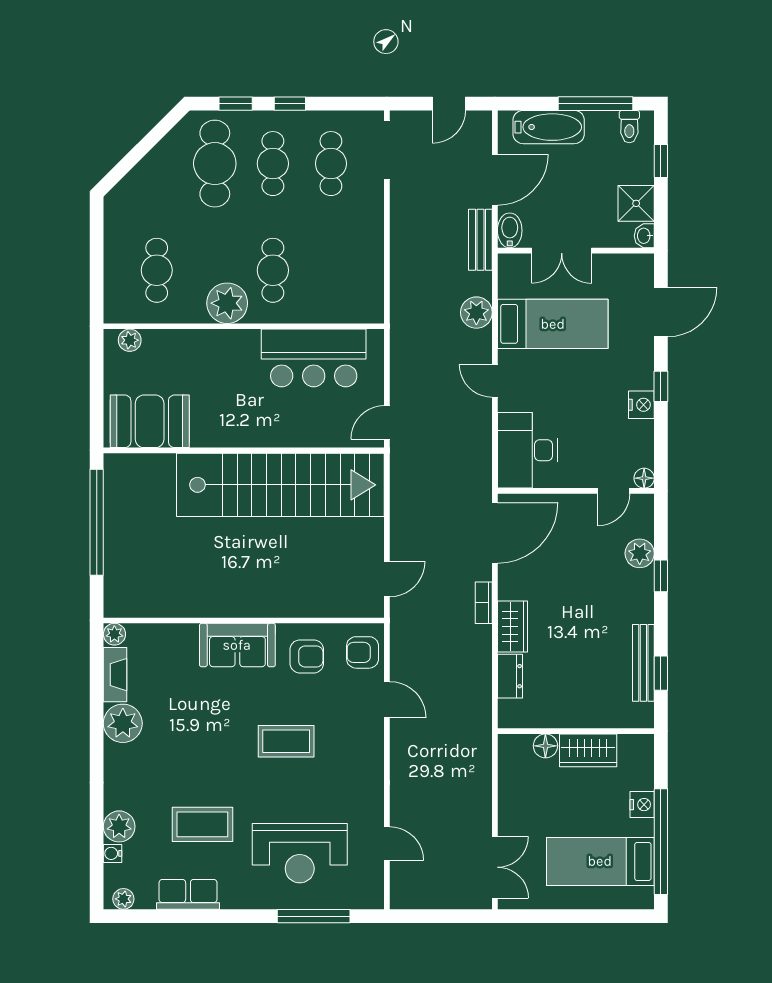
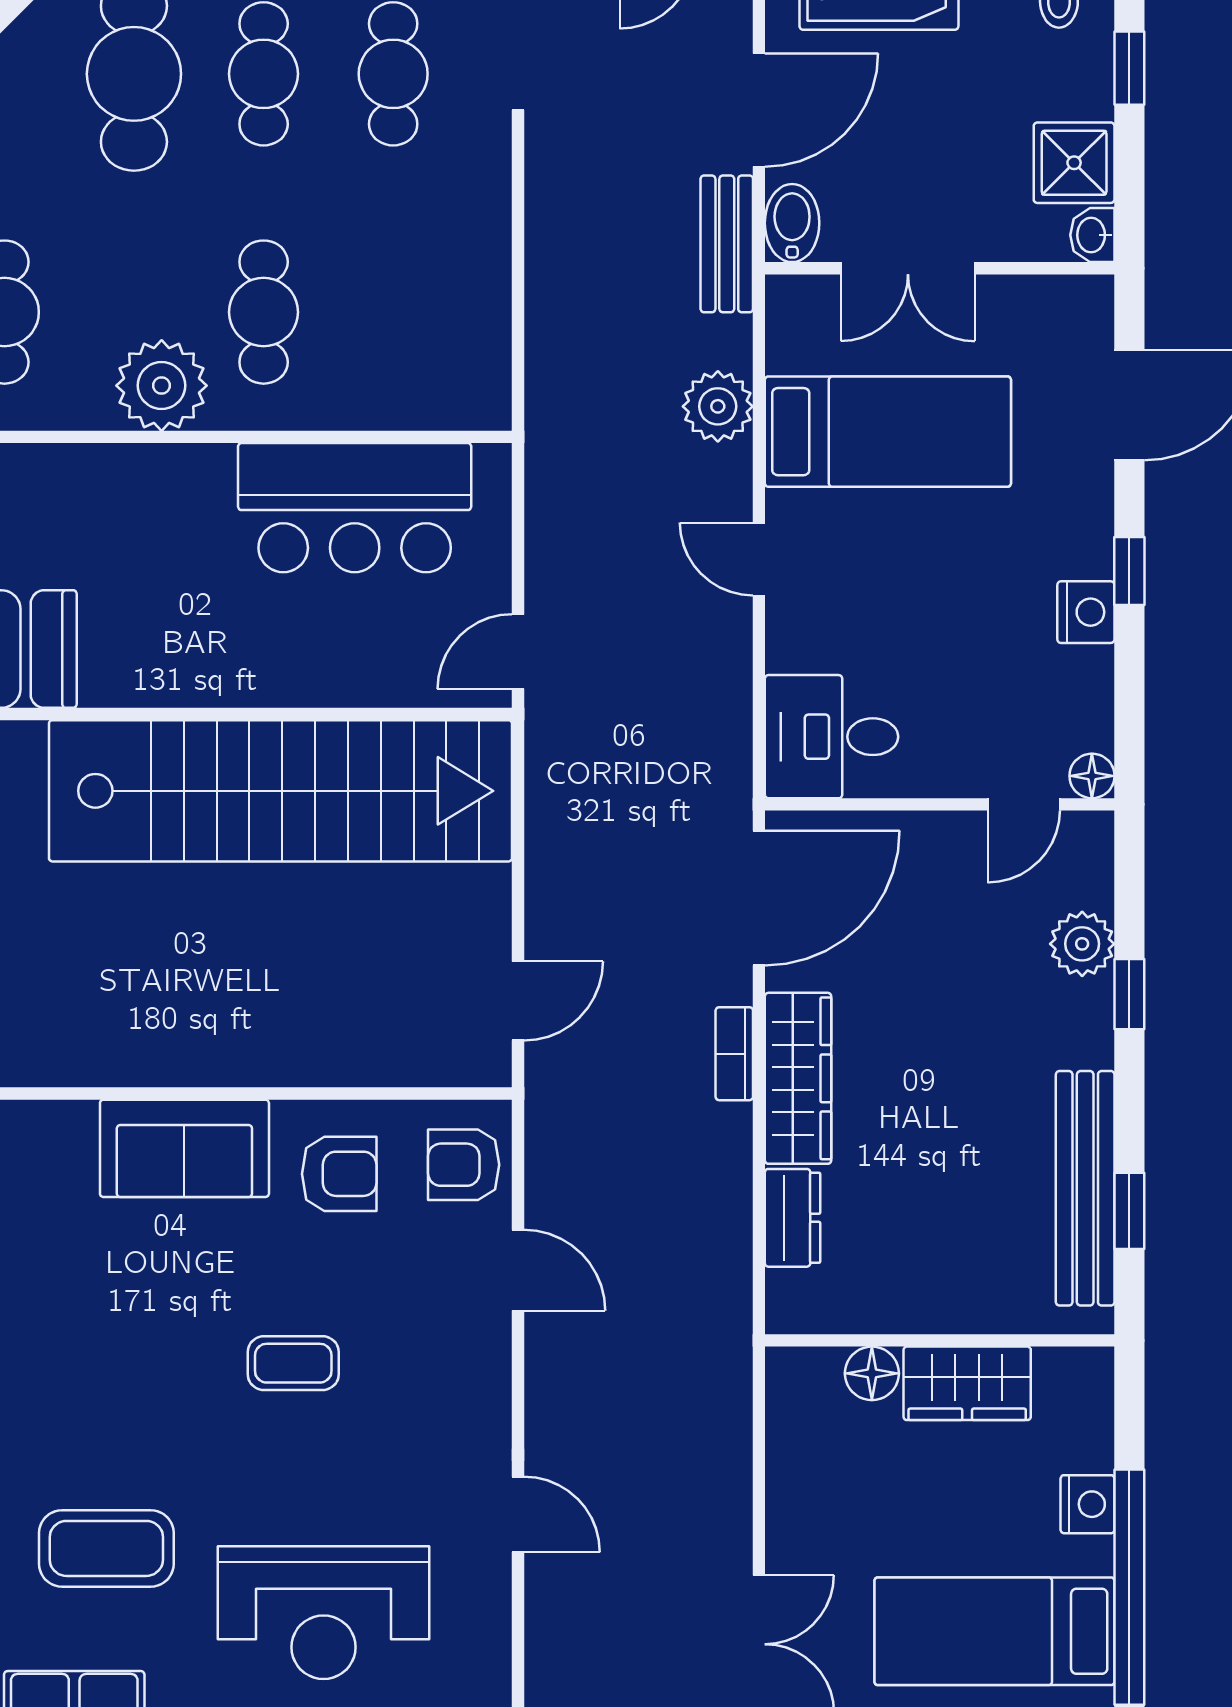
desk: (527, 450) -> (831, 737), width x0.73
wardrobe: (512, 626) -> (798, 1078), width x1.50
bench: (643, 663) -> (1085, 1188), width x1.37, depth x1.21
coffee table: (286, 741) -> (293, 1363), width x0.73, depth x0.77
door: (387, 844) -> (518, 1514), moved

